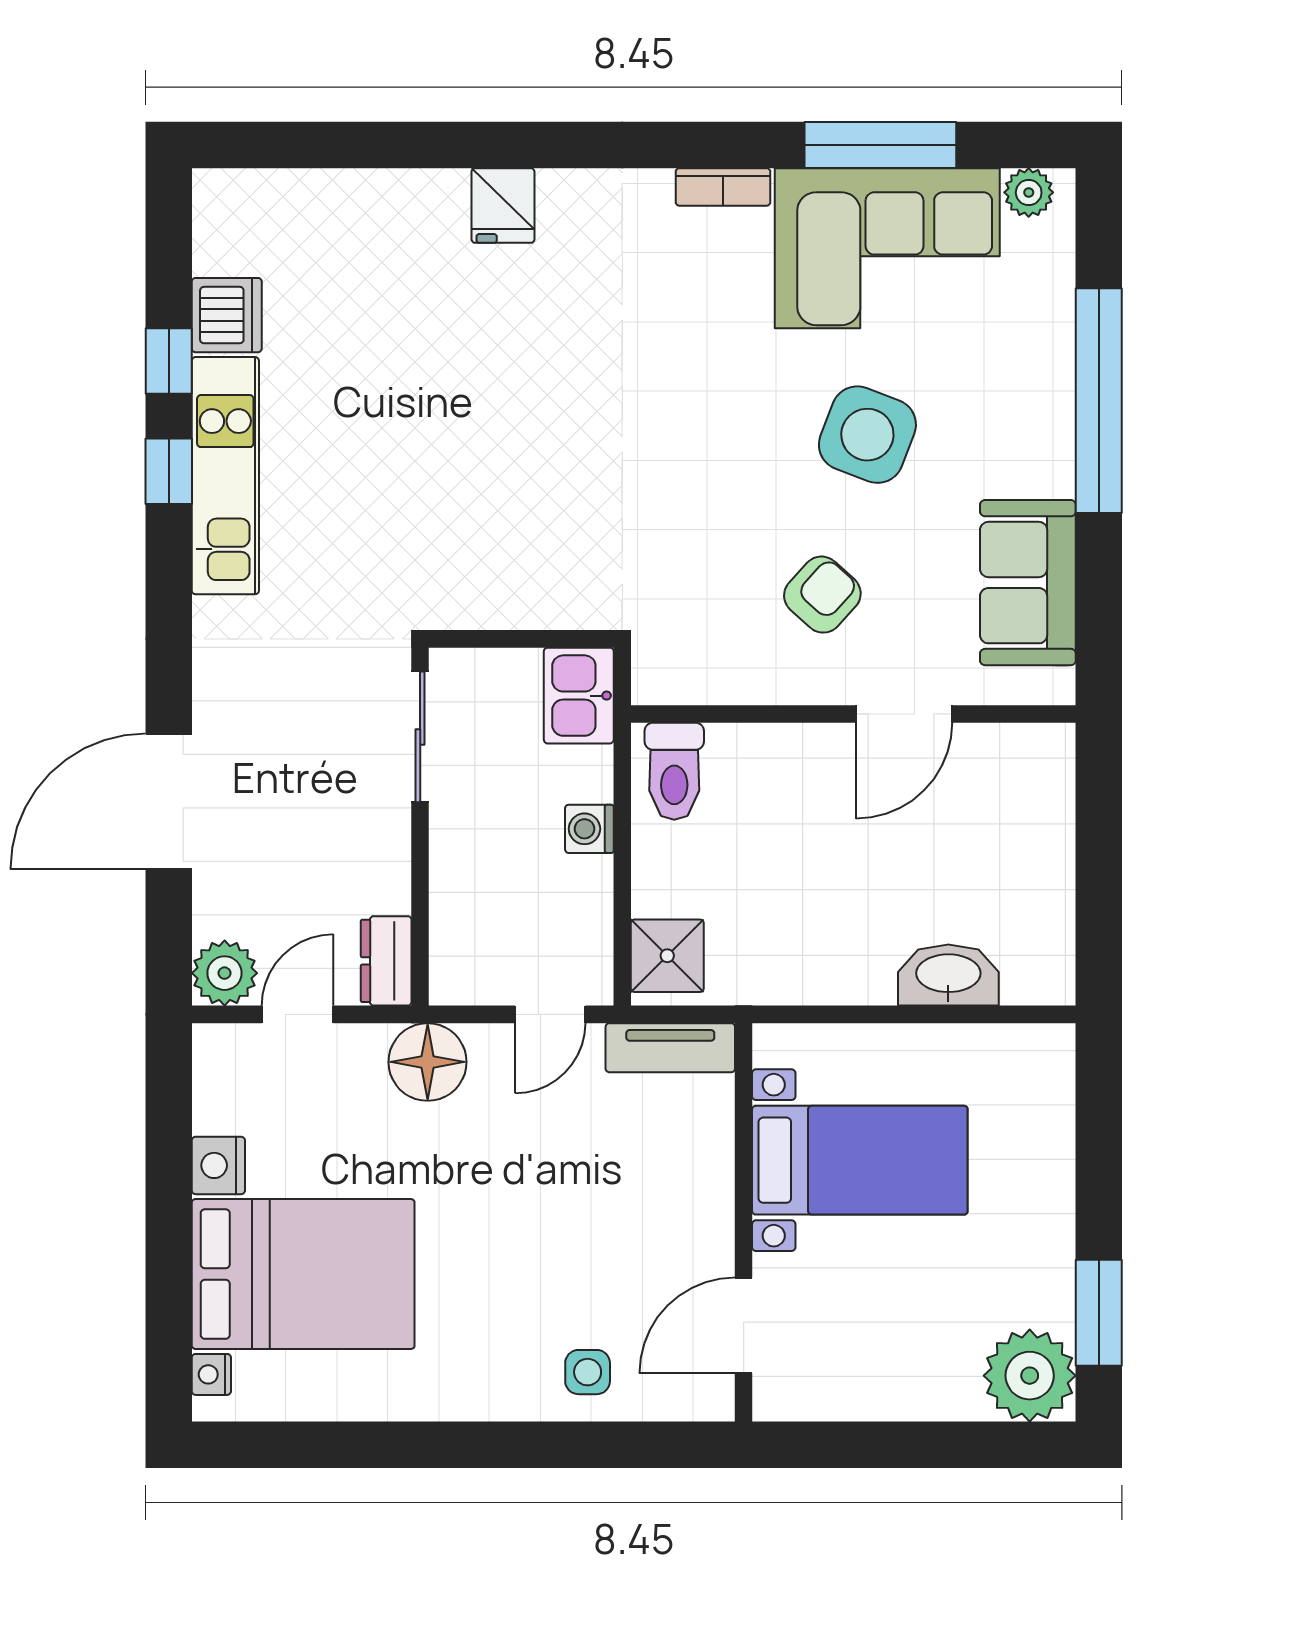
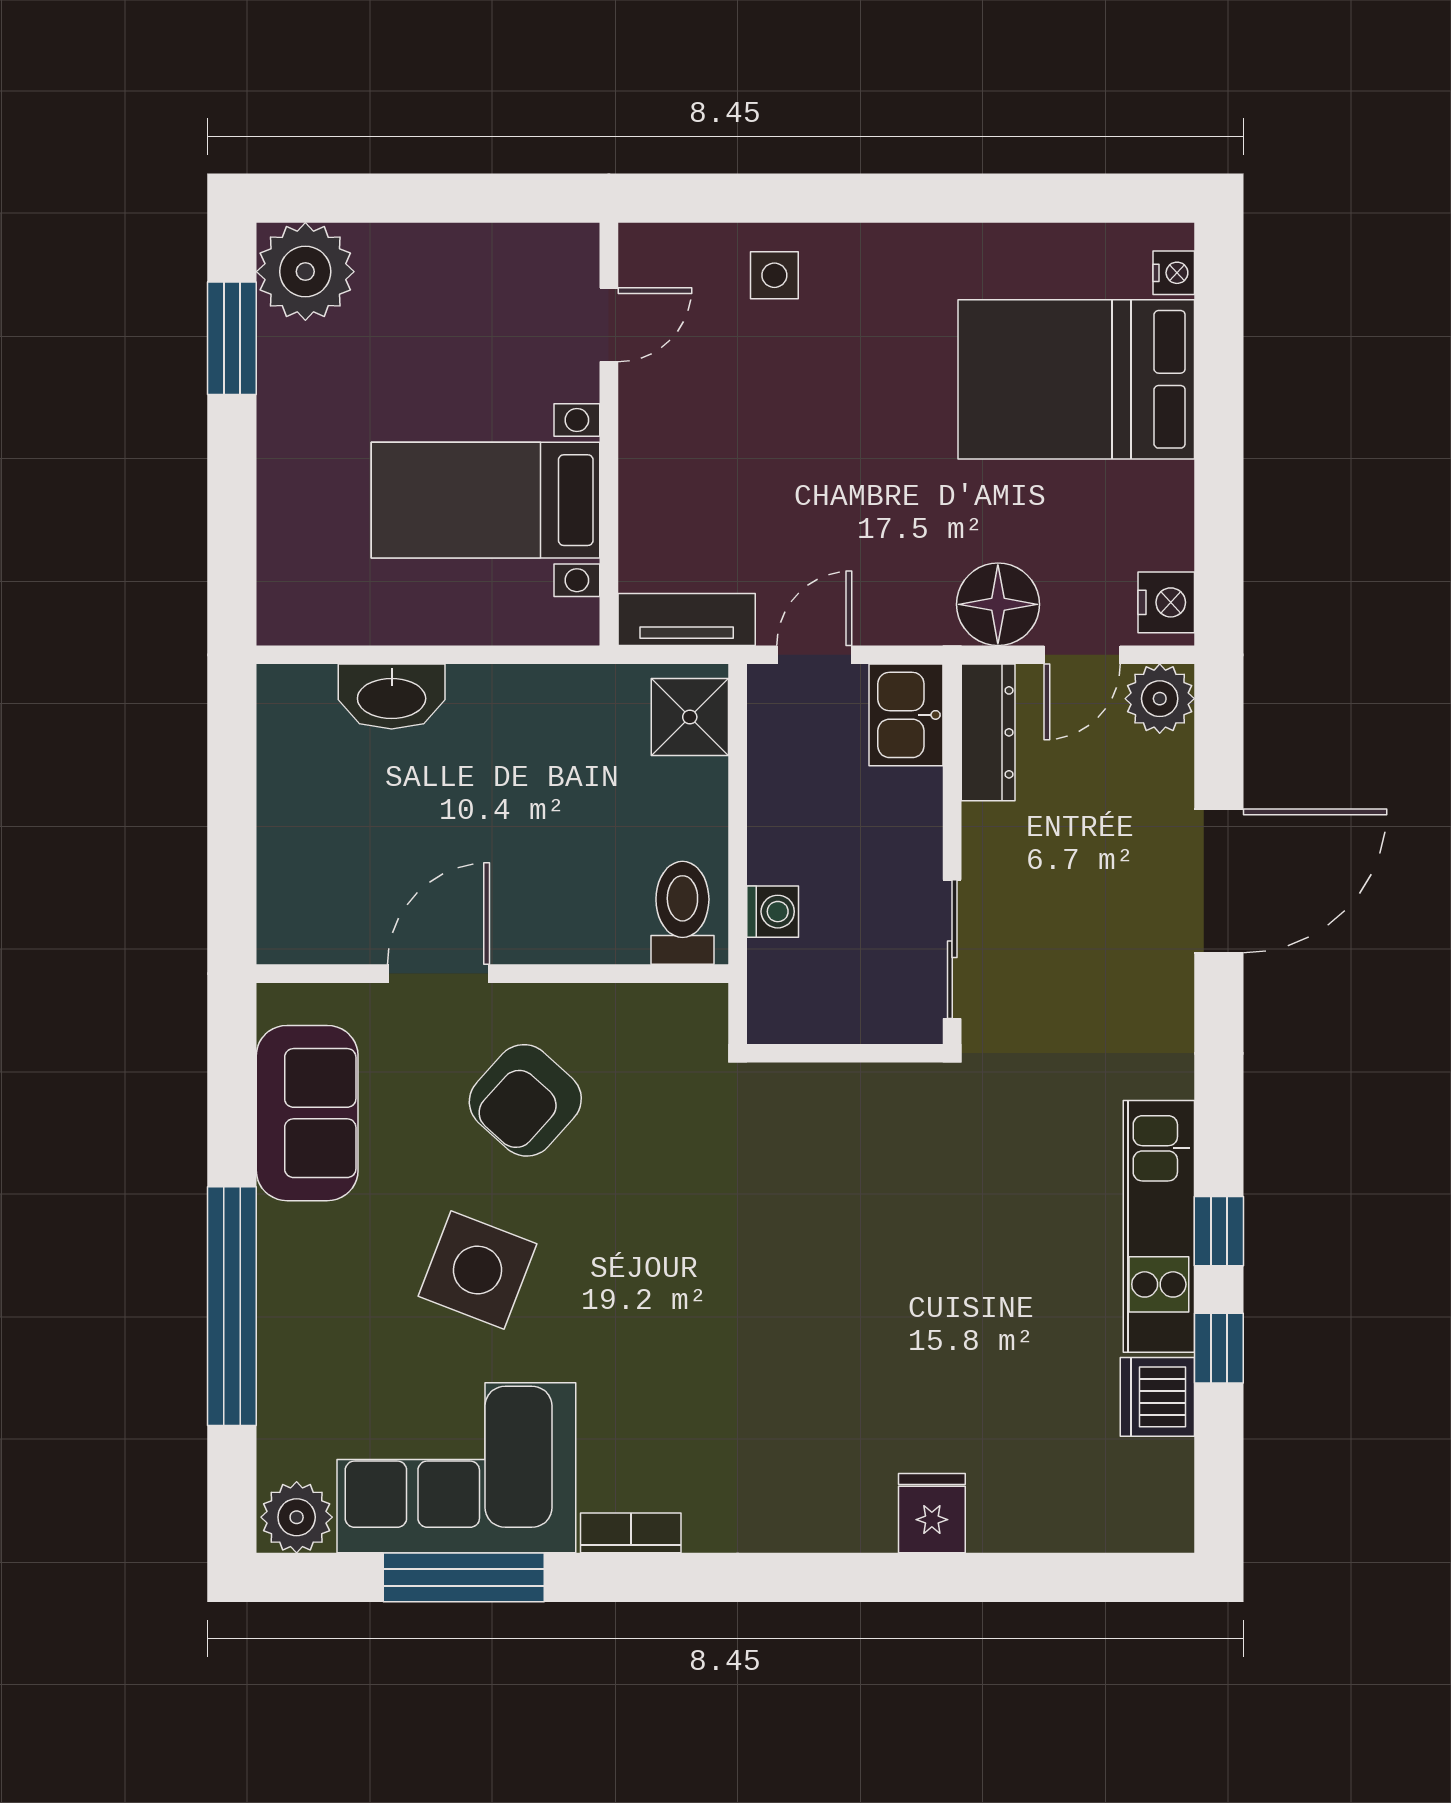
plant: (1029, 192) -> (297, 1517), width x1.38, depth x1.38
fridge: (503, 206) -> (932, 1513), moved
armchair: (822, 595) -> (525, 1100), width x1.38, depth x1.38
kitchen sink: (579, 696) -> (906, 715), moved, turned 180
washing machine: (589, 829) -> (773, 912), moved
dresser: (386, 961) -> (988, 732), width x1.44
floor lamp: (428, 1062) -> (998, 604), moved
nightstand: (218, 1165) -> (1166, 602), moved
door: (744, 1325) -> (609, 325), width x0.73

